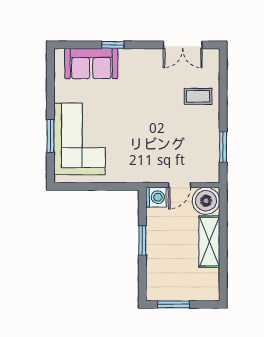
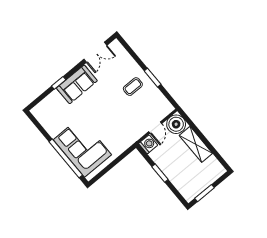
sofa: (91, 64) -> (77, 84), moved
coffee table: (198, 96) -> (133, 87), moved
window: (50, 136) -> (66, 158), width x2.11
window: (223, 147) -> (153, 78), moved

